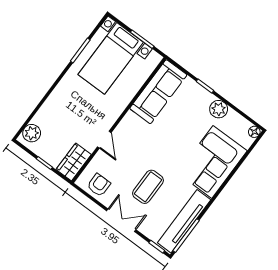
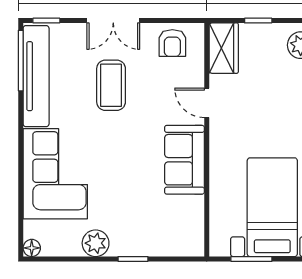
sofa: (158, 92) -> (184, 160), moved, width x0.73

